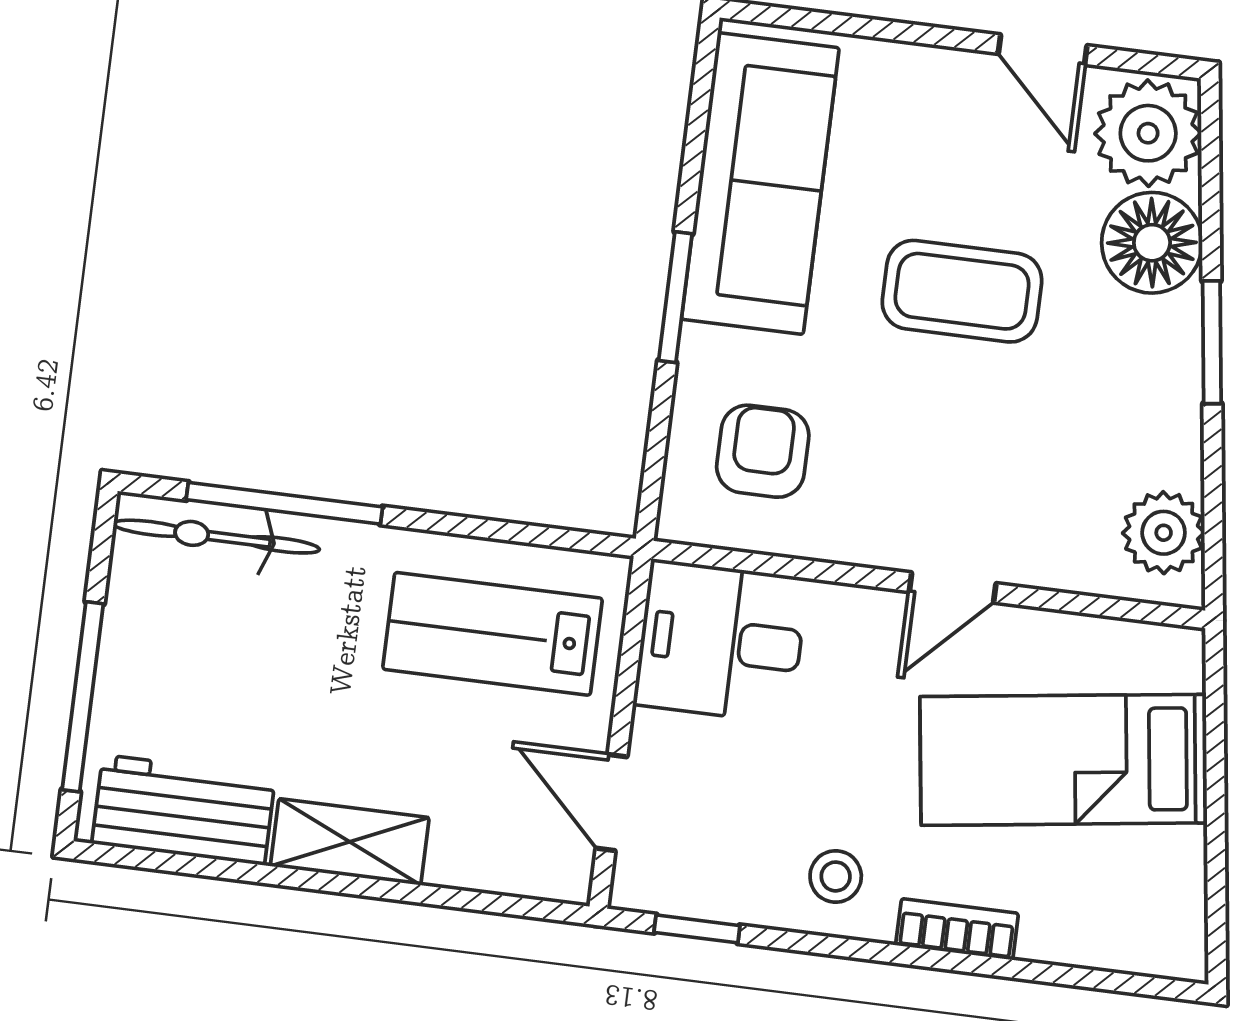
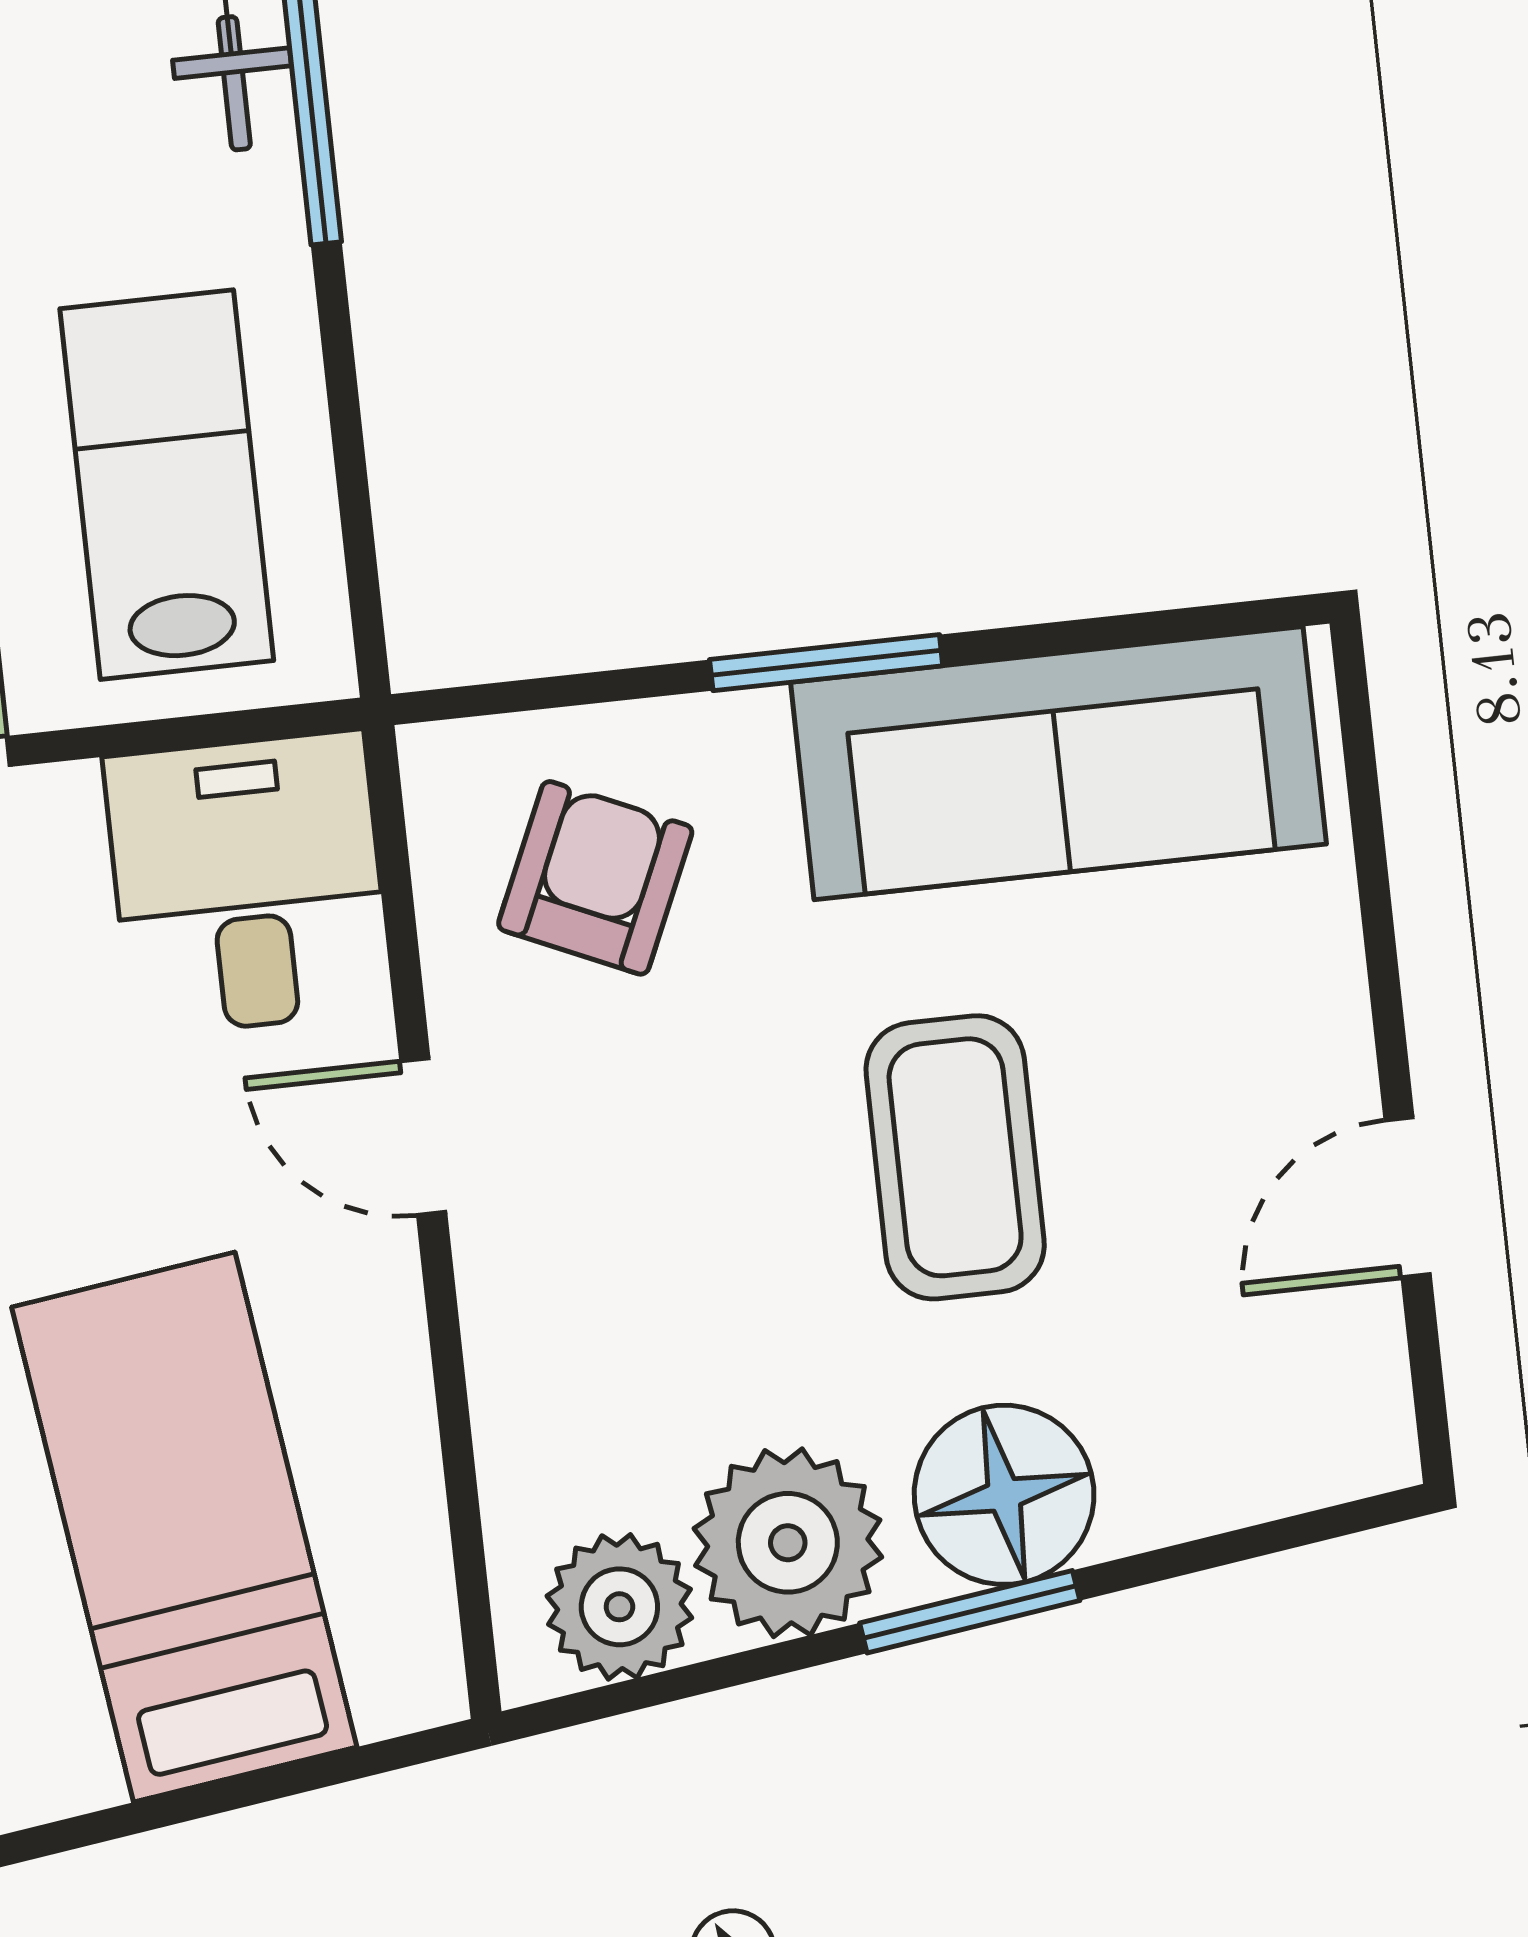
plant: (1148, 133) -> (788, 1543), moved
floor lamp: (1152, 243) -> (1004, 1495), moved
armchair: (763, 451) -> (595, 878), turned -66
door: (953, 588) -> (423, 1137), moved

